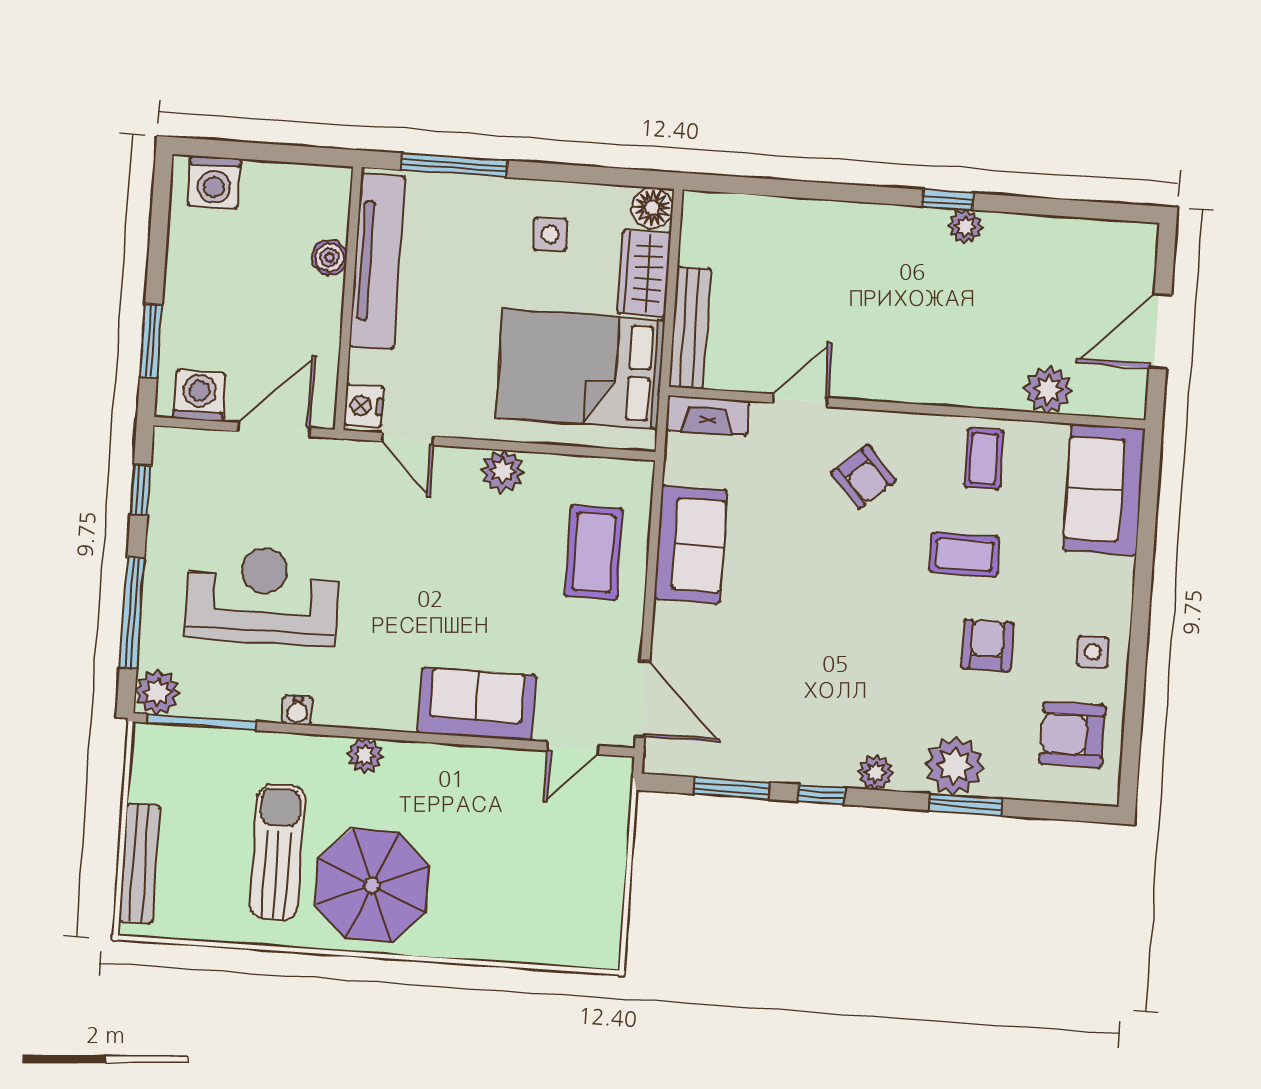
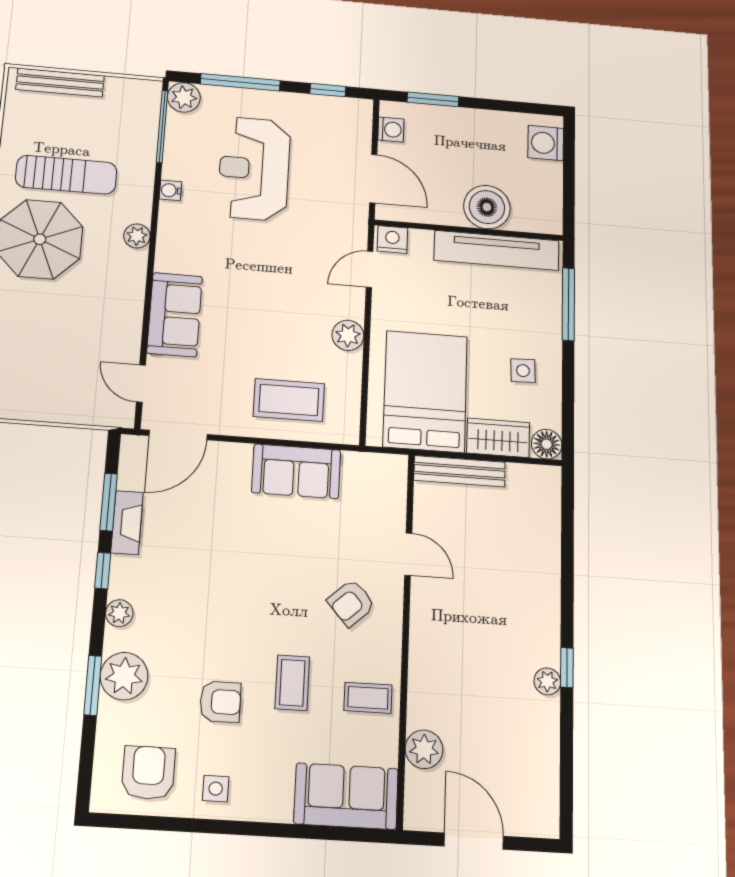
boiler: (329, 257) -> (487, 207), width x1.86, depth x1.86
washing machine: (199, 396) -> (391, 129), width x0.73, depth x0.73
fireplace: (708, 415) -> (127, 523), moved, turned 180
reception desk: (263, 595) -> (254, 169), turned 180

